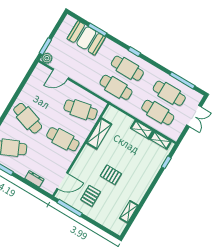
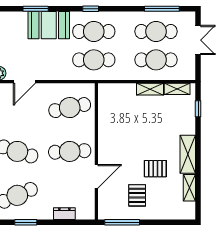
booth: (86, 38) -> (49, 25), moved
shelving: (99, 134) -> (188, 154), moved
pallet: (111, 175) -> (155, 169), moved
door: (62, 181) -> (96, 176), moved

